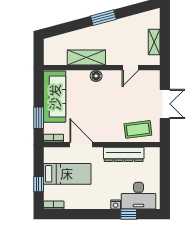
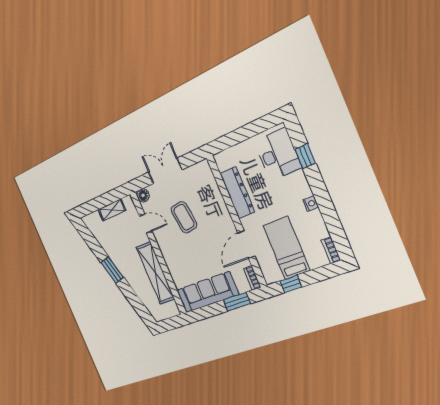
shelving: (86, 58) -> (155, 273), width x1.47
floor lamp: (96, 76) -> (143, 195), moved
coffee table: (138, 129) -> (184, 217), moved
window: (39, 184) -> (291, 284), moved
nightstand: (116, 204) -> (311, 204), moved

